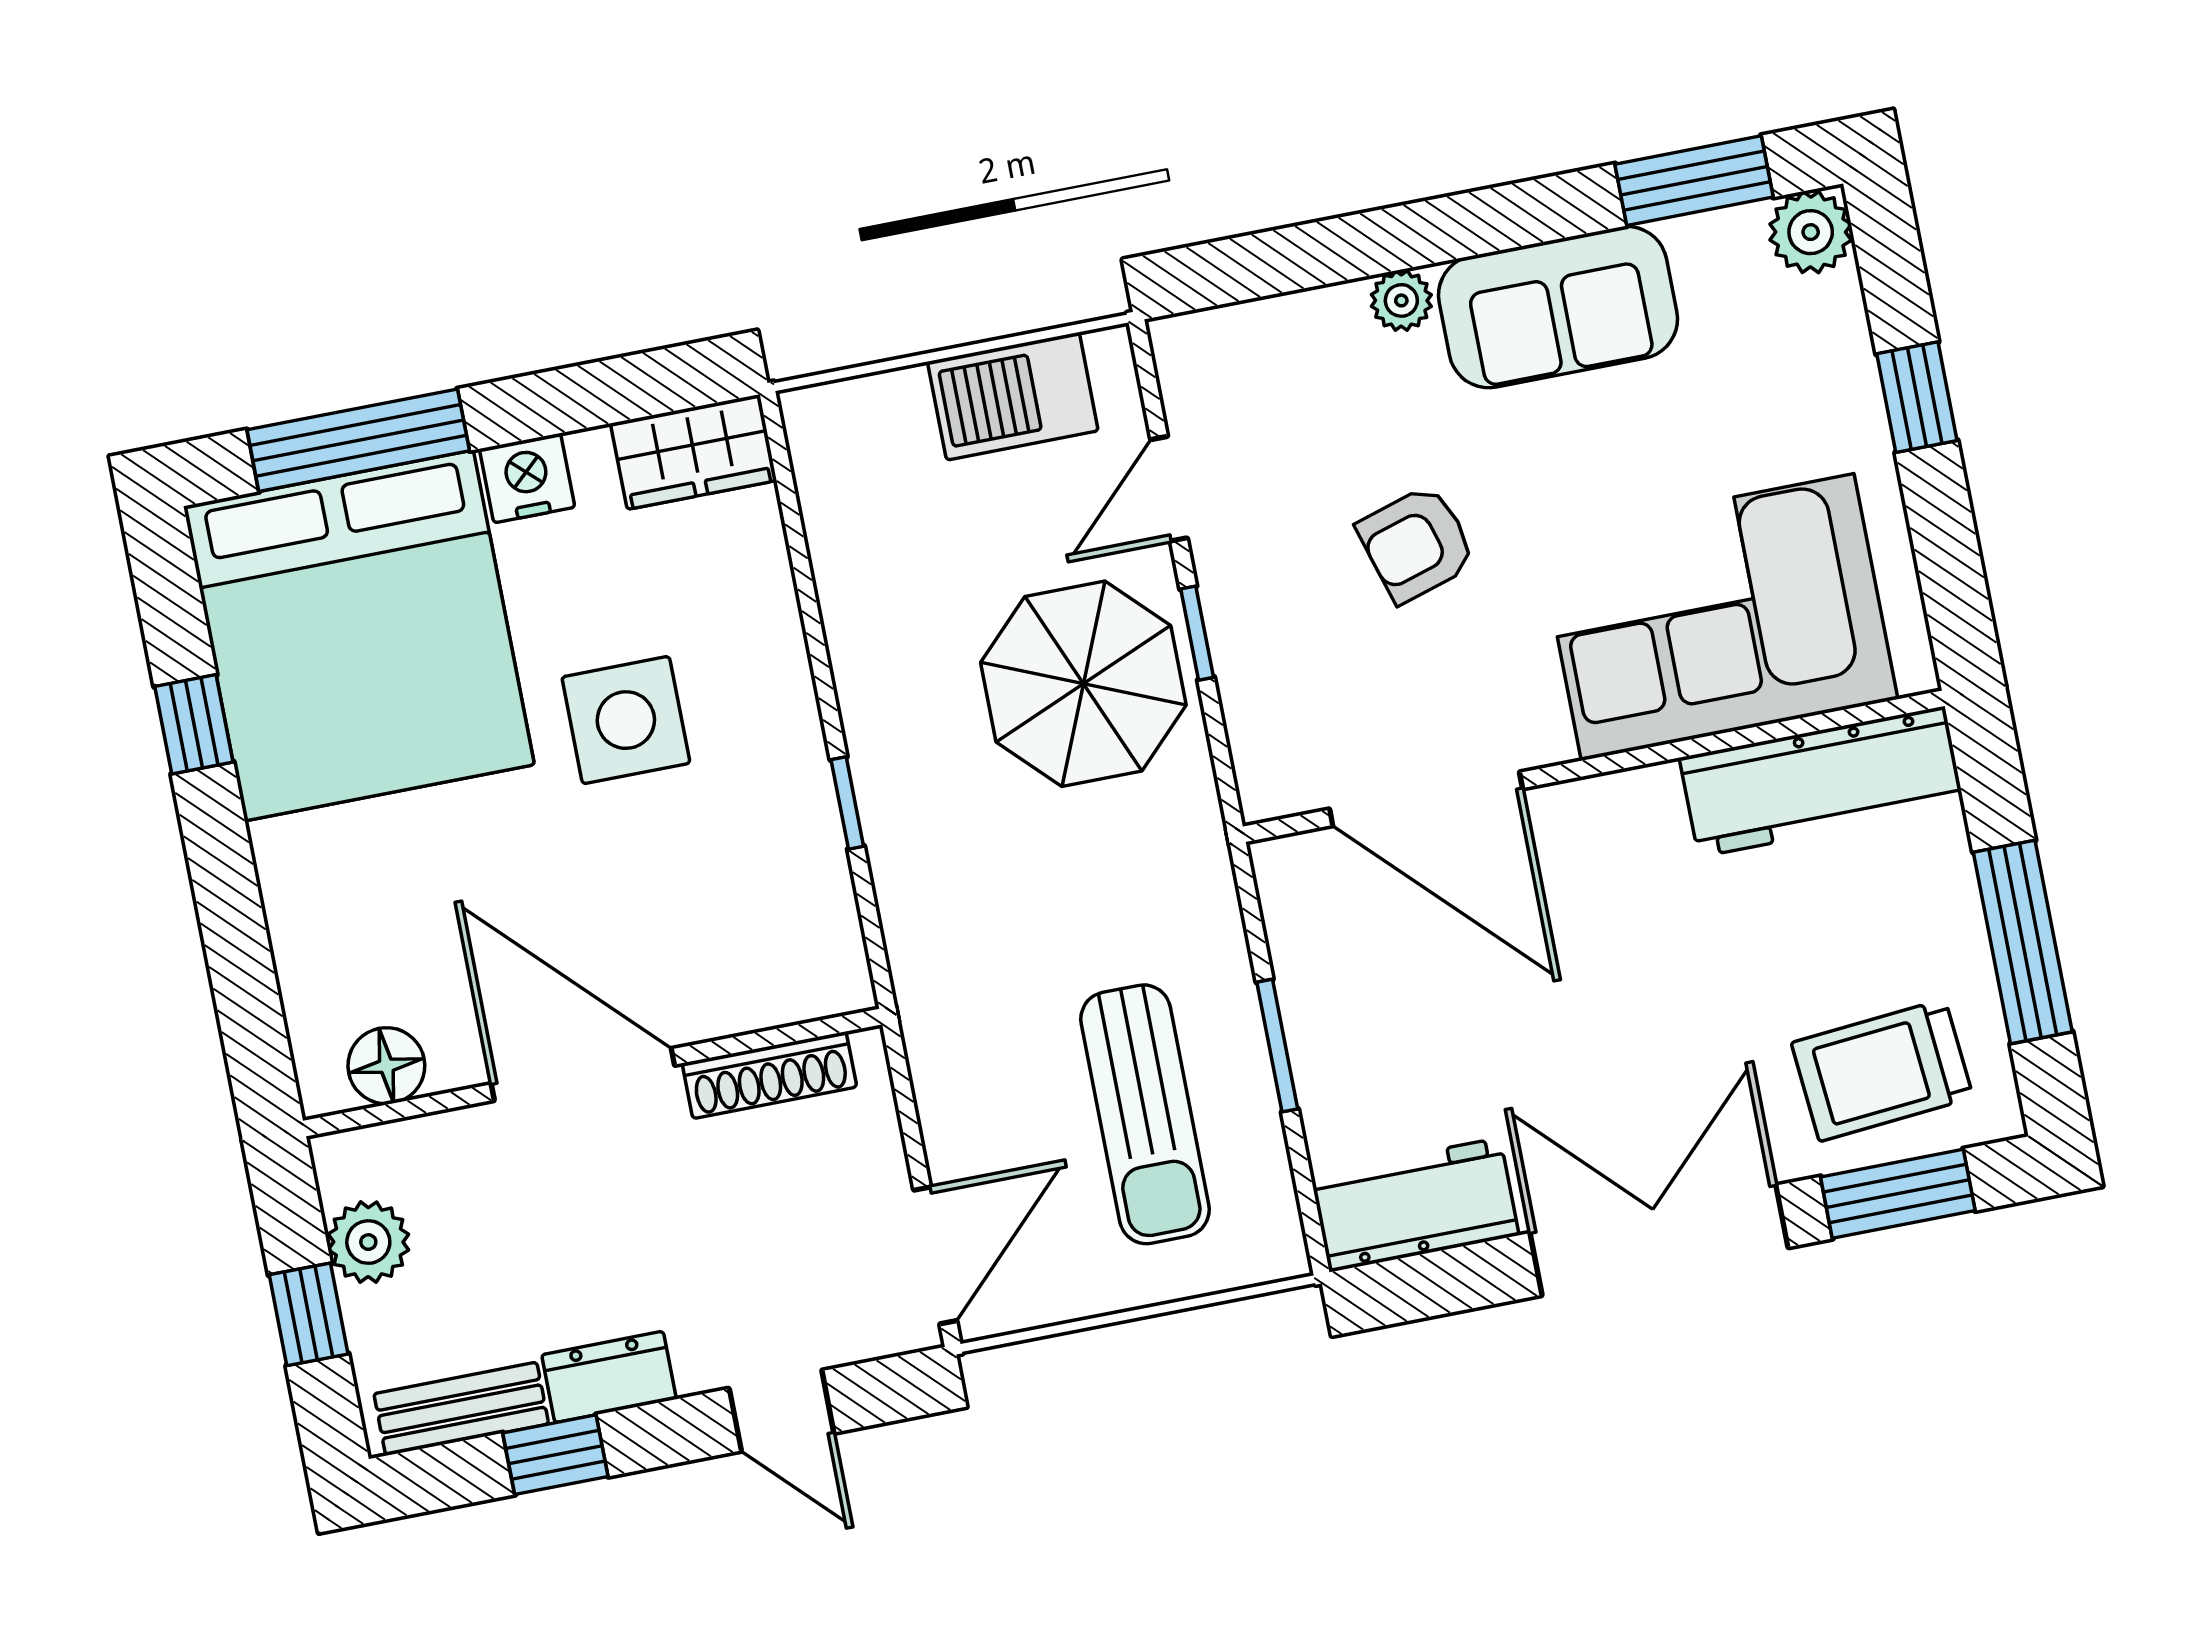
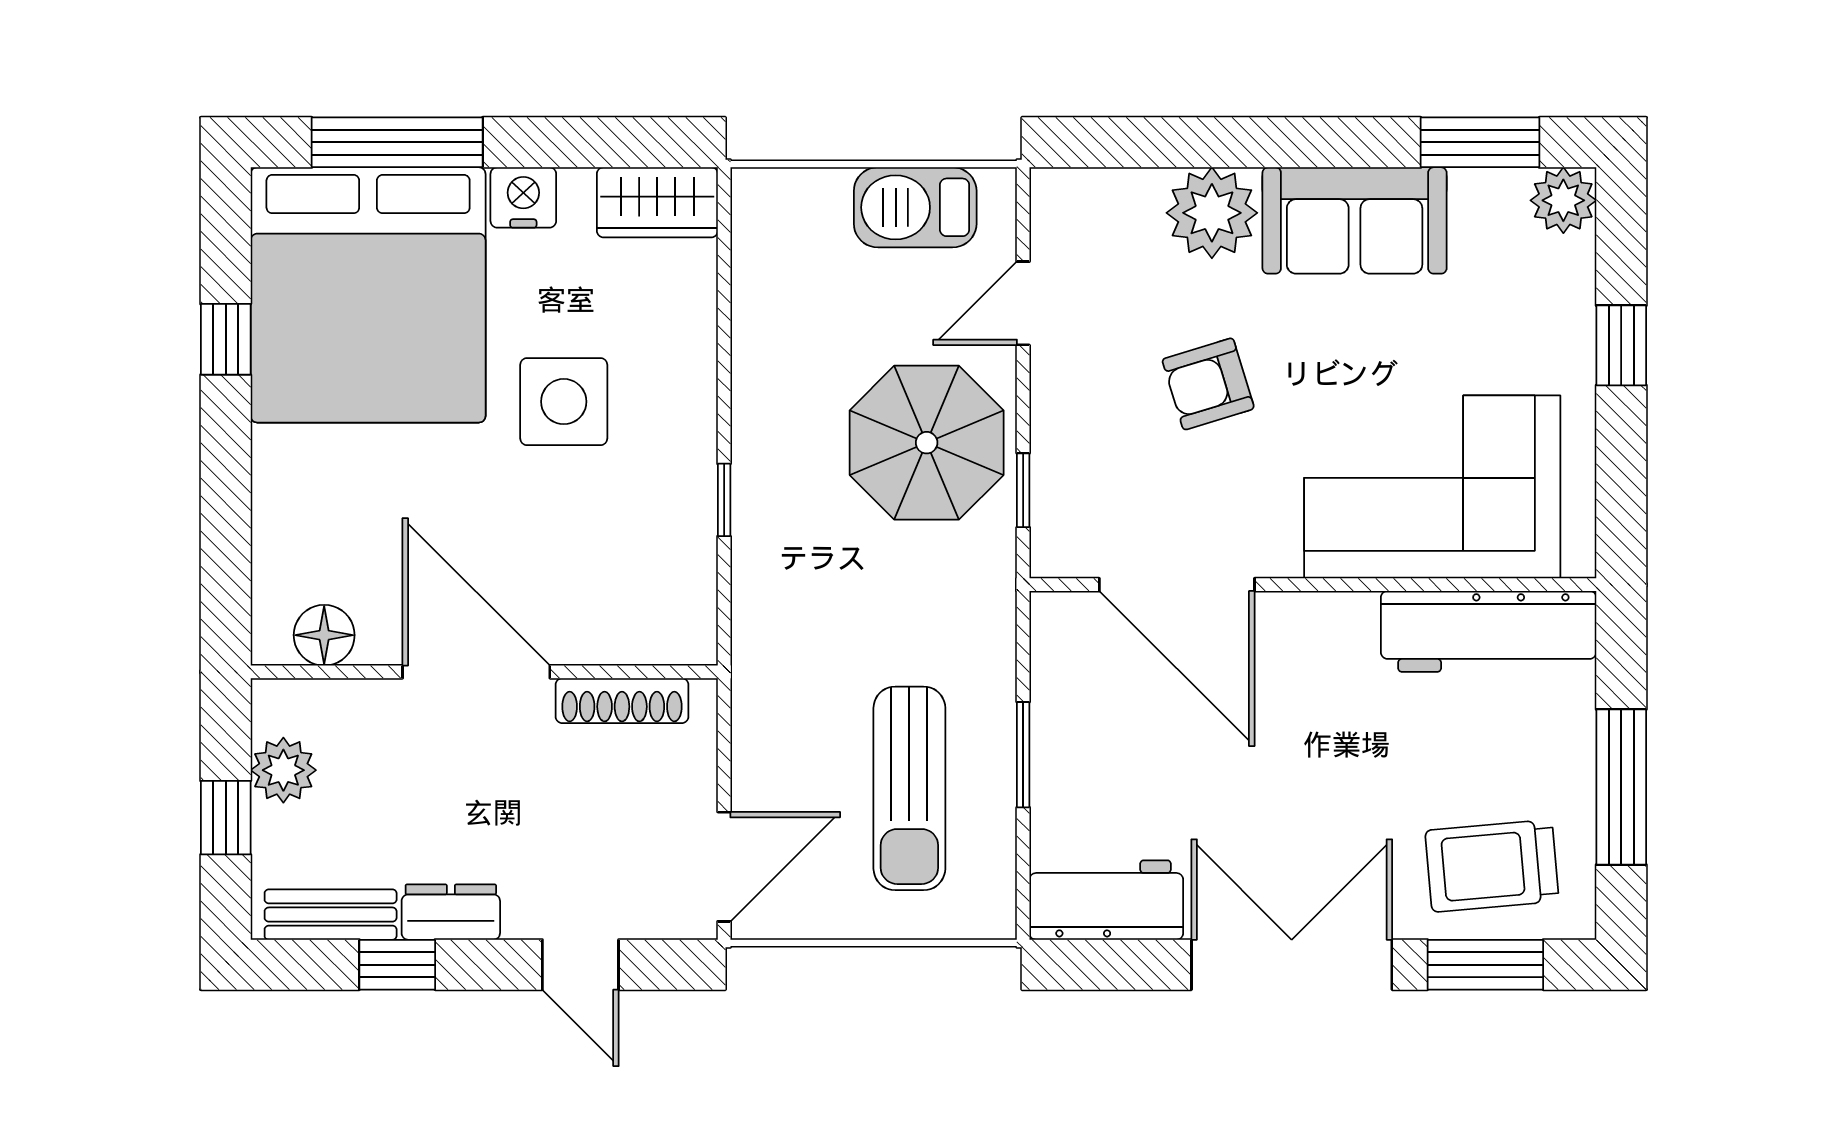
plant: (1401, 300) -> (1212, 213), width x1.88, depth x1.88
window: (1197, 633) -> (1023, 490), moved

